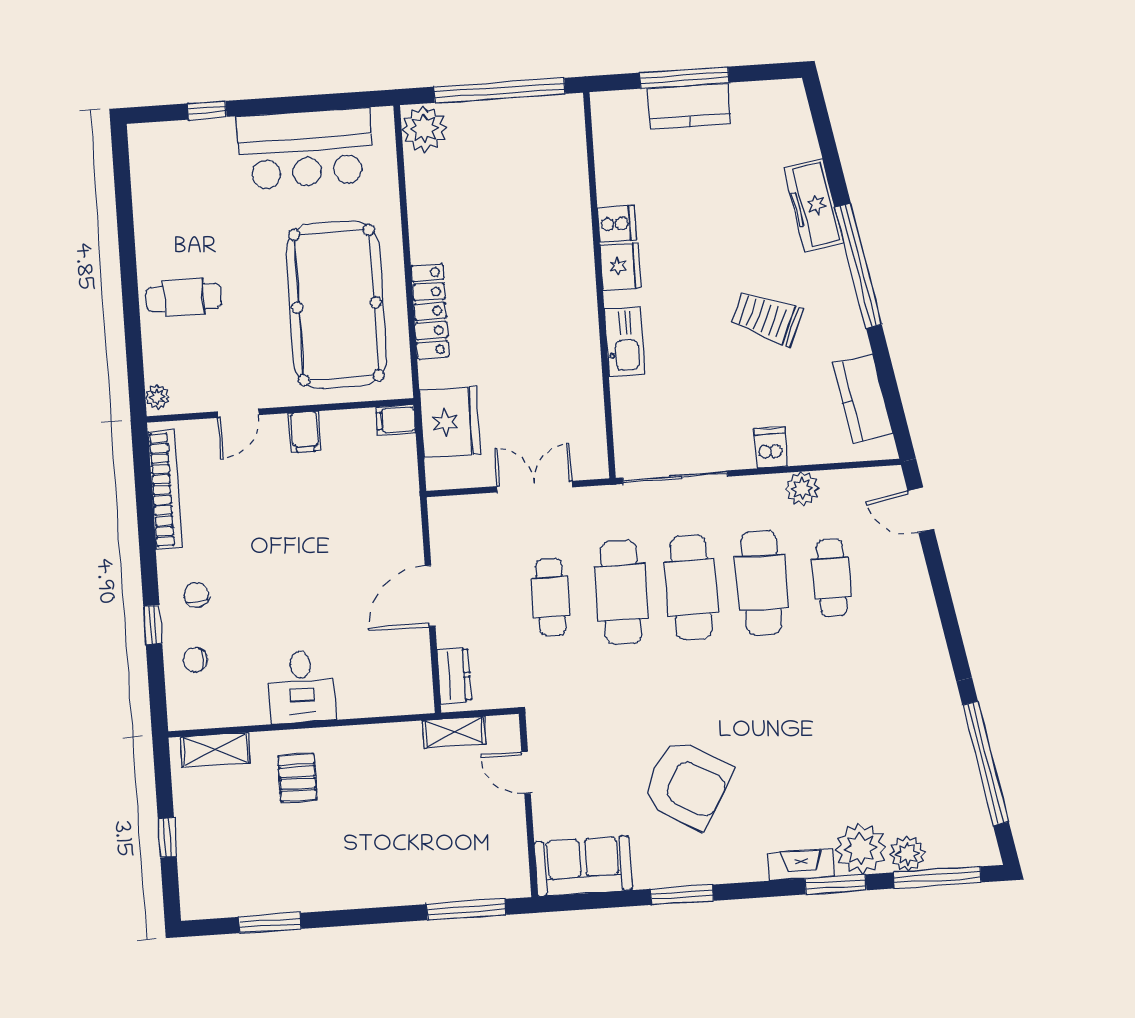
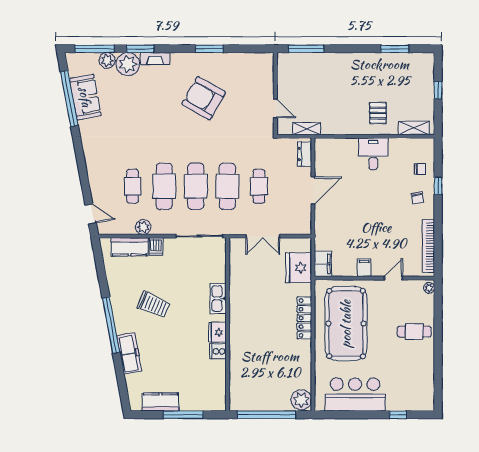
kitchen counter: (689, 106) -> (161, 402), moved
kitchen counter: (863, 399) -> (130, 247), moved, turned 100
filing cabinet: (396, 420) -> (323, 264), width x2.00
sofa: (583, 866) -> (85, 97), moved, turned -100

